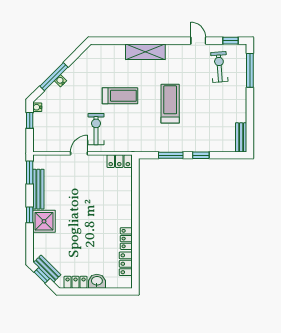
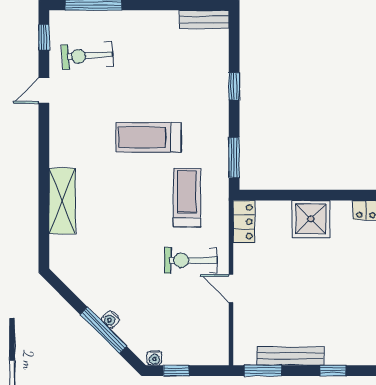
shelving: (145, 52) -> (62, 201), moved
treadmill: (120, 96) -> (187, 198), moved
window: (171, 155) -> (234, 157), moved
shower: (44, 221) -> (311, 219), moved

